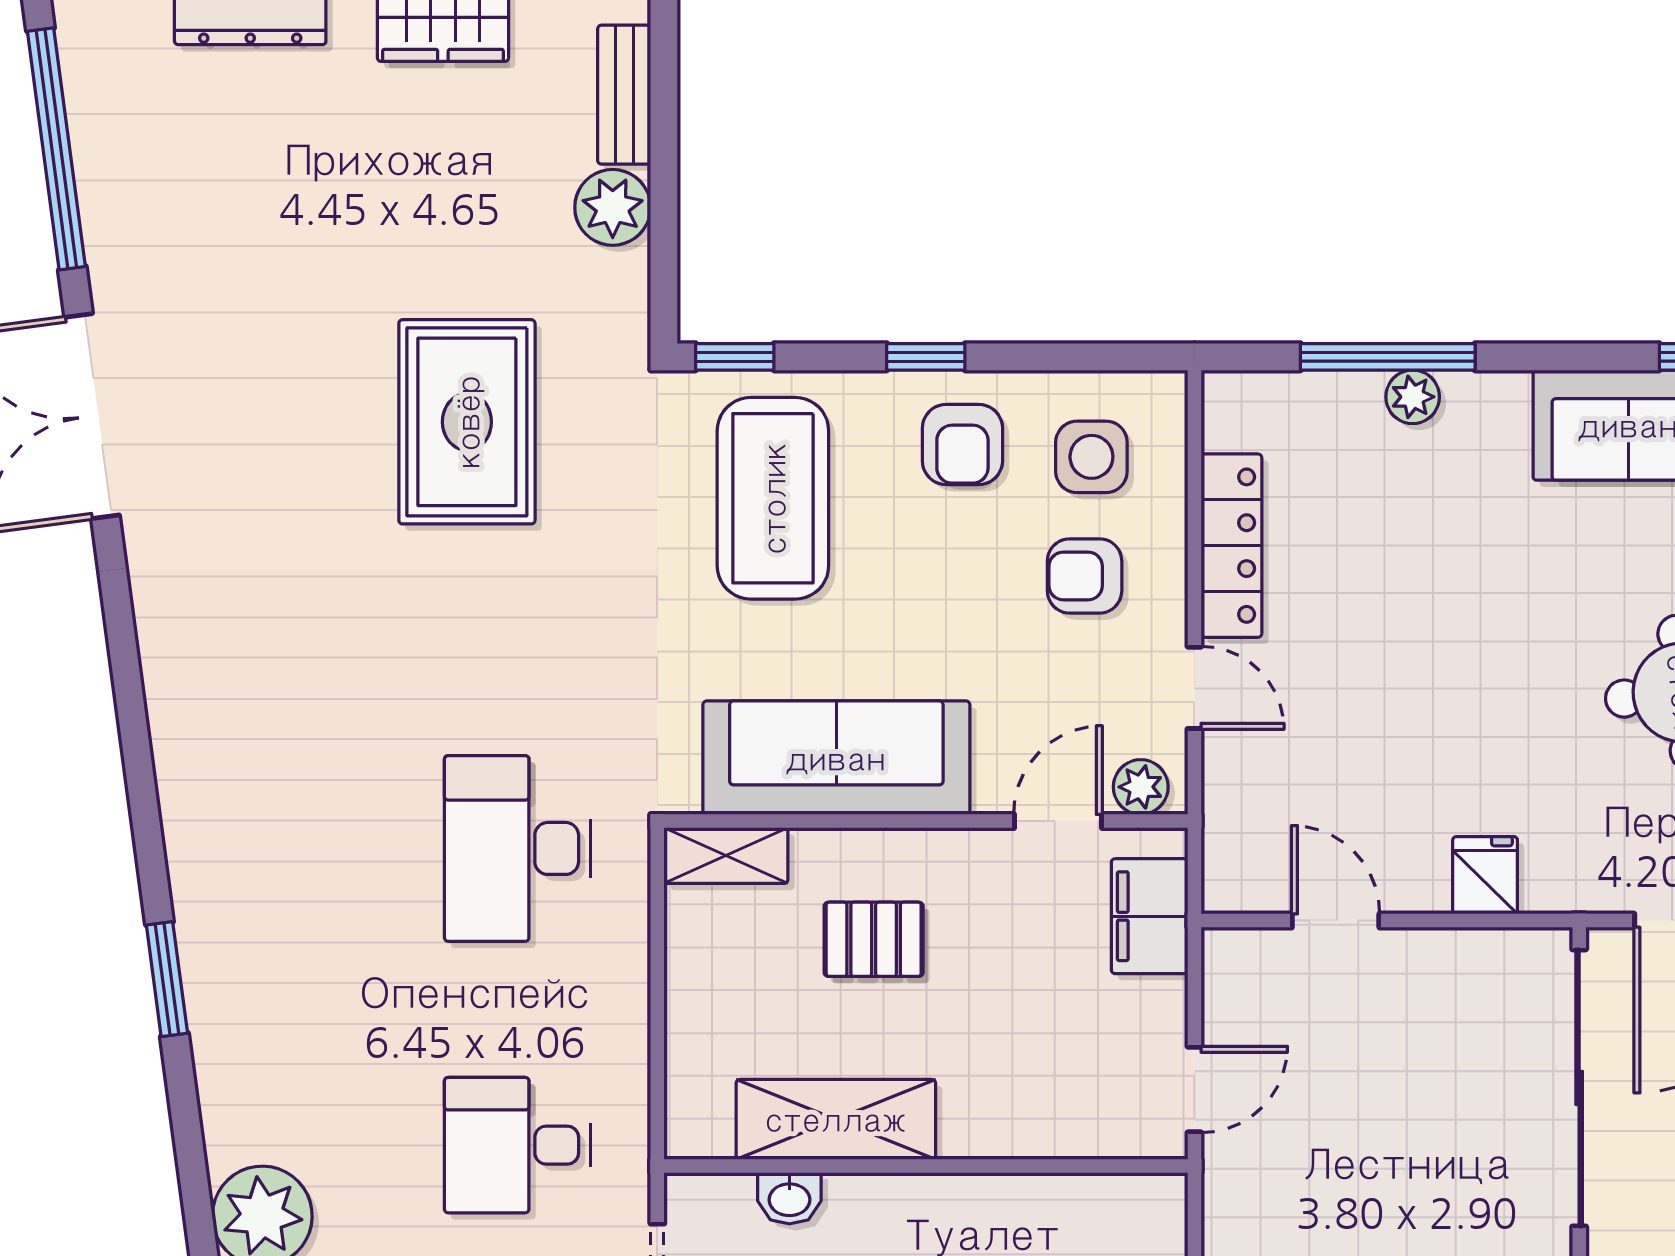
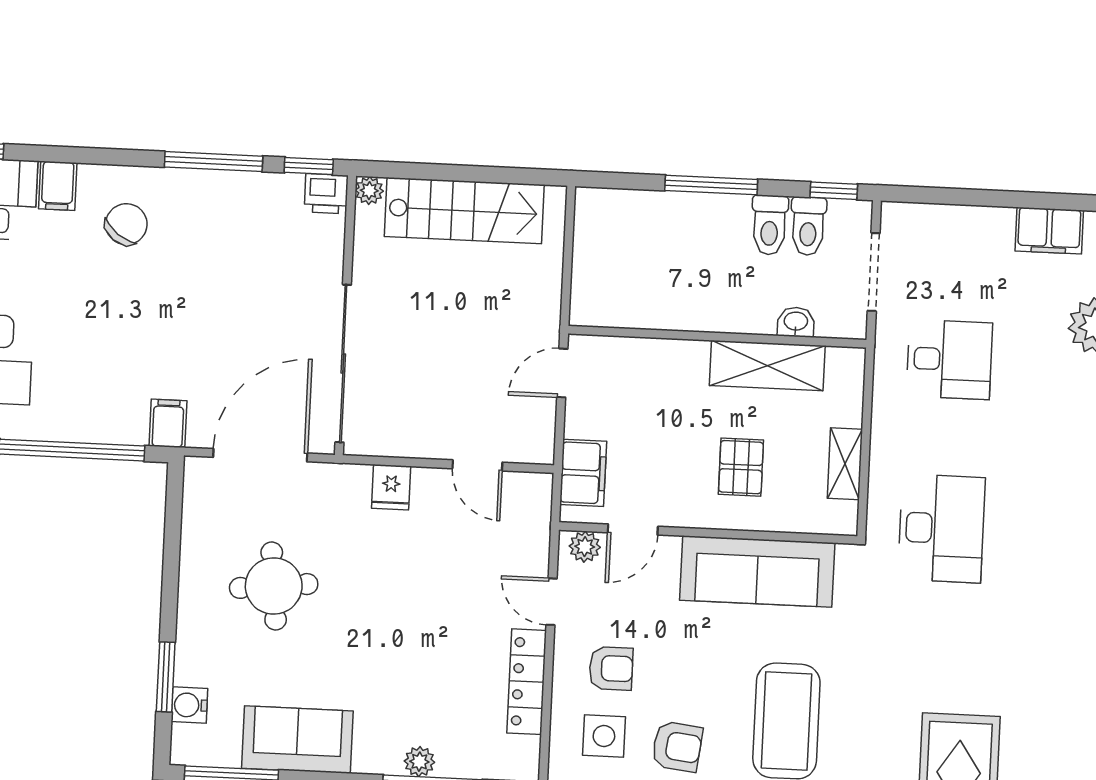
armchair: (962, 444) -> (677, 746), turned 97
shelving: (726, 856) -> (845, 464), moved, turned 90
pallet: (874, 939) -> (741, 467), turned 90

